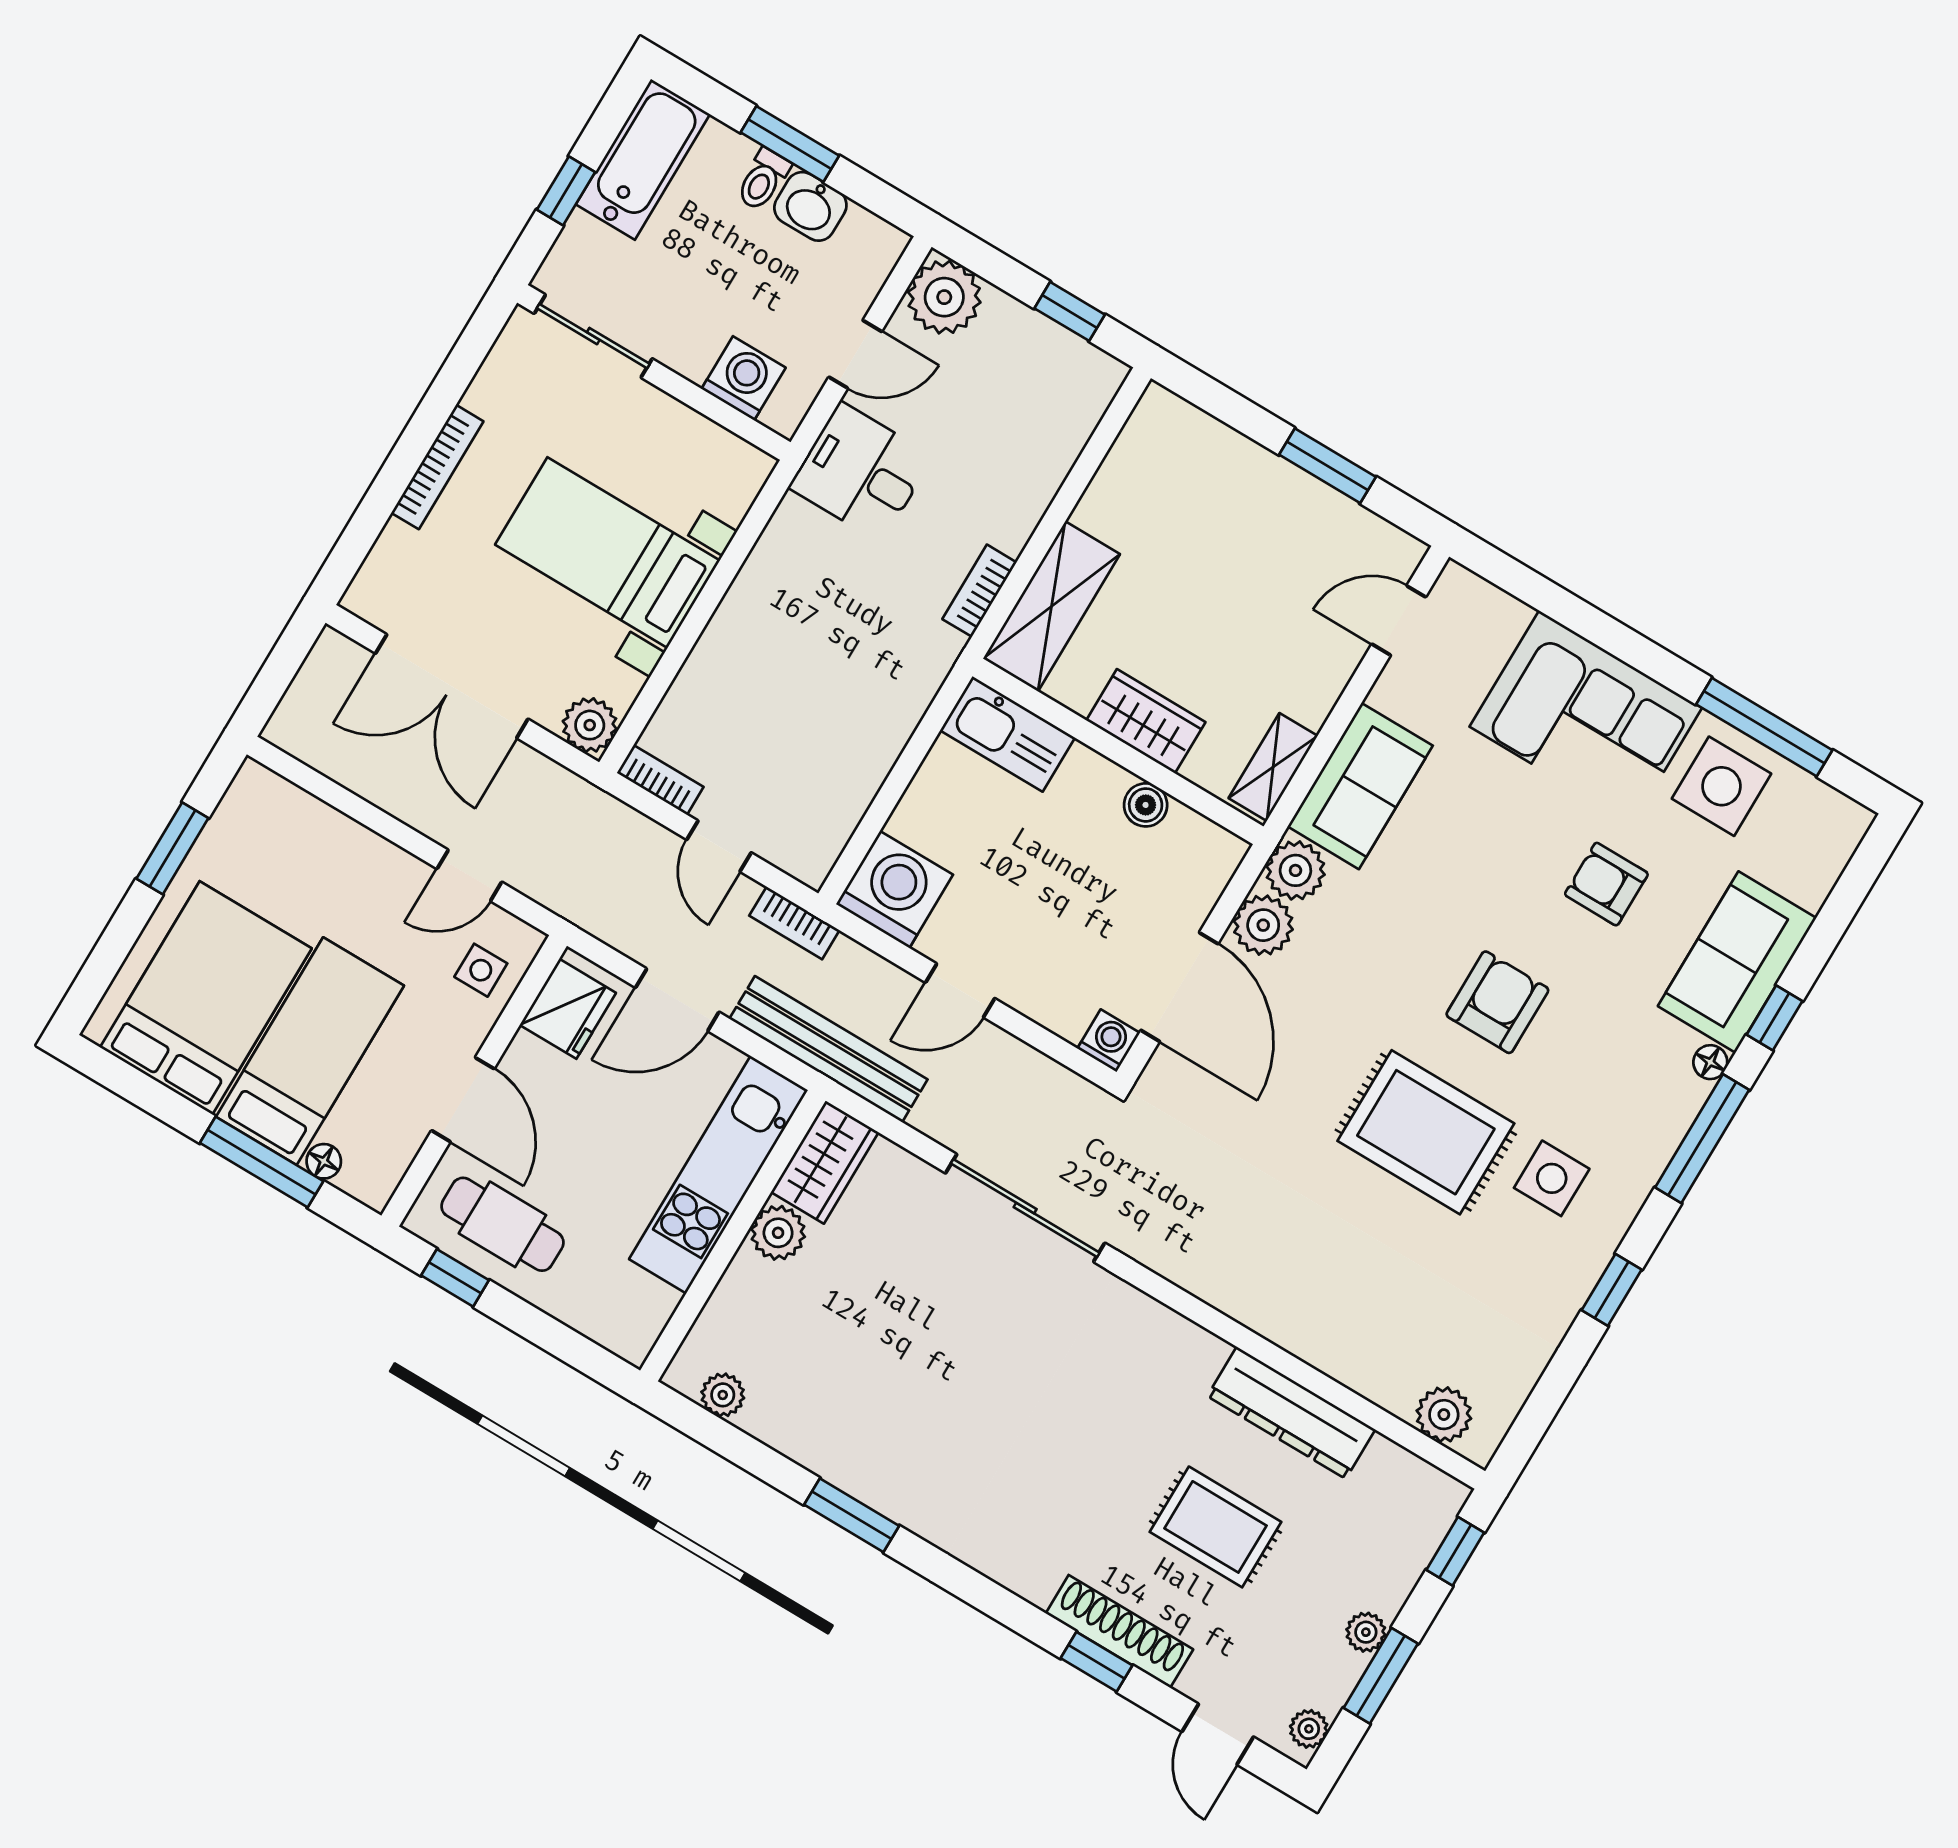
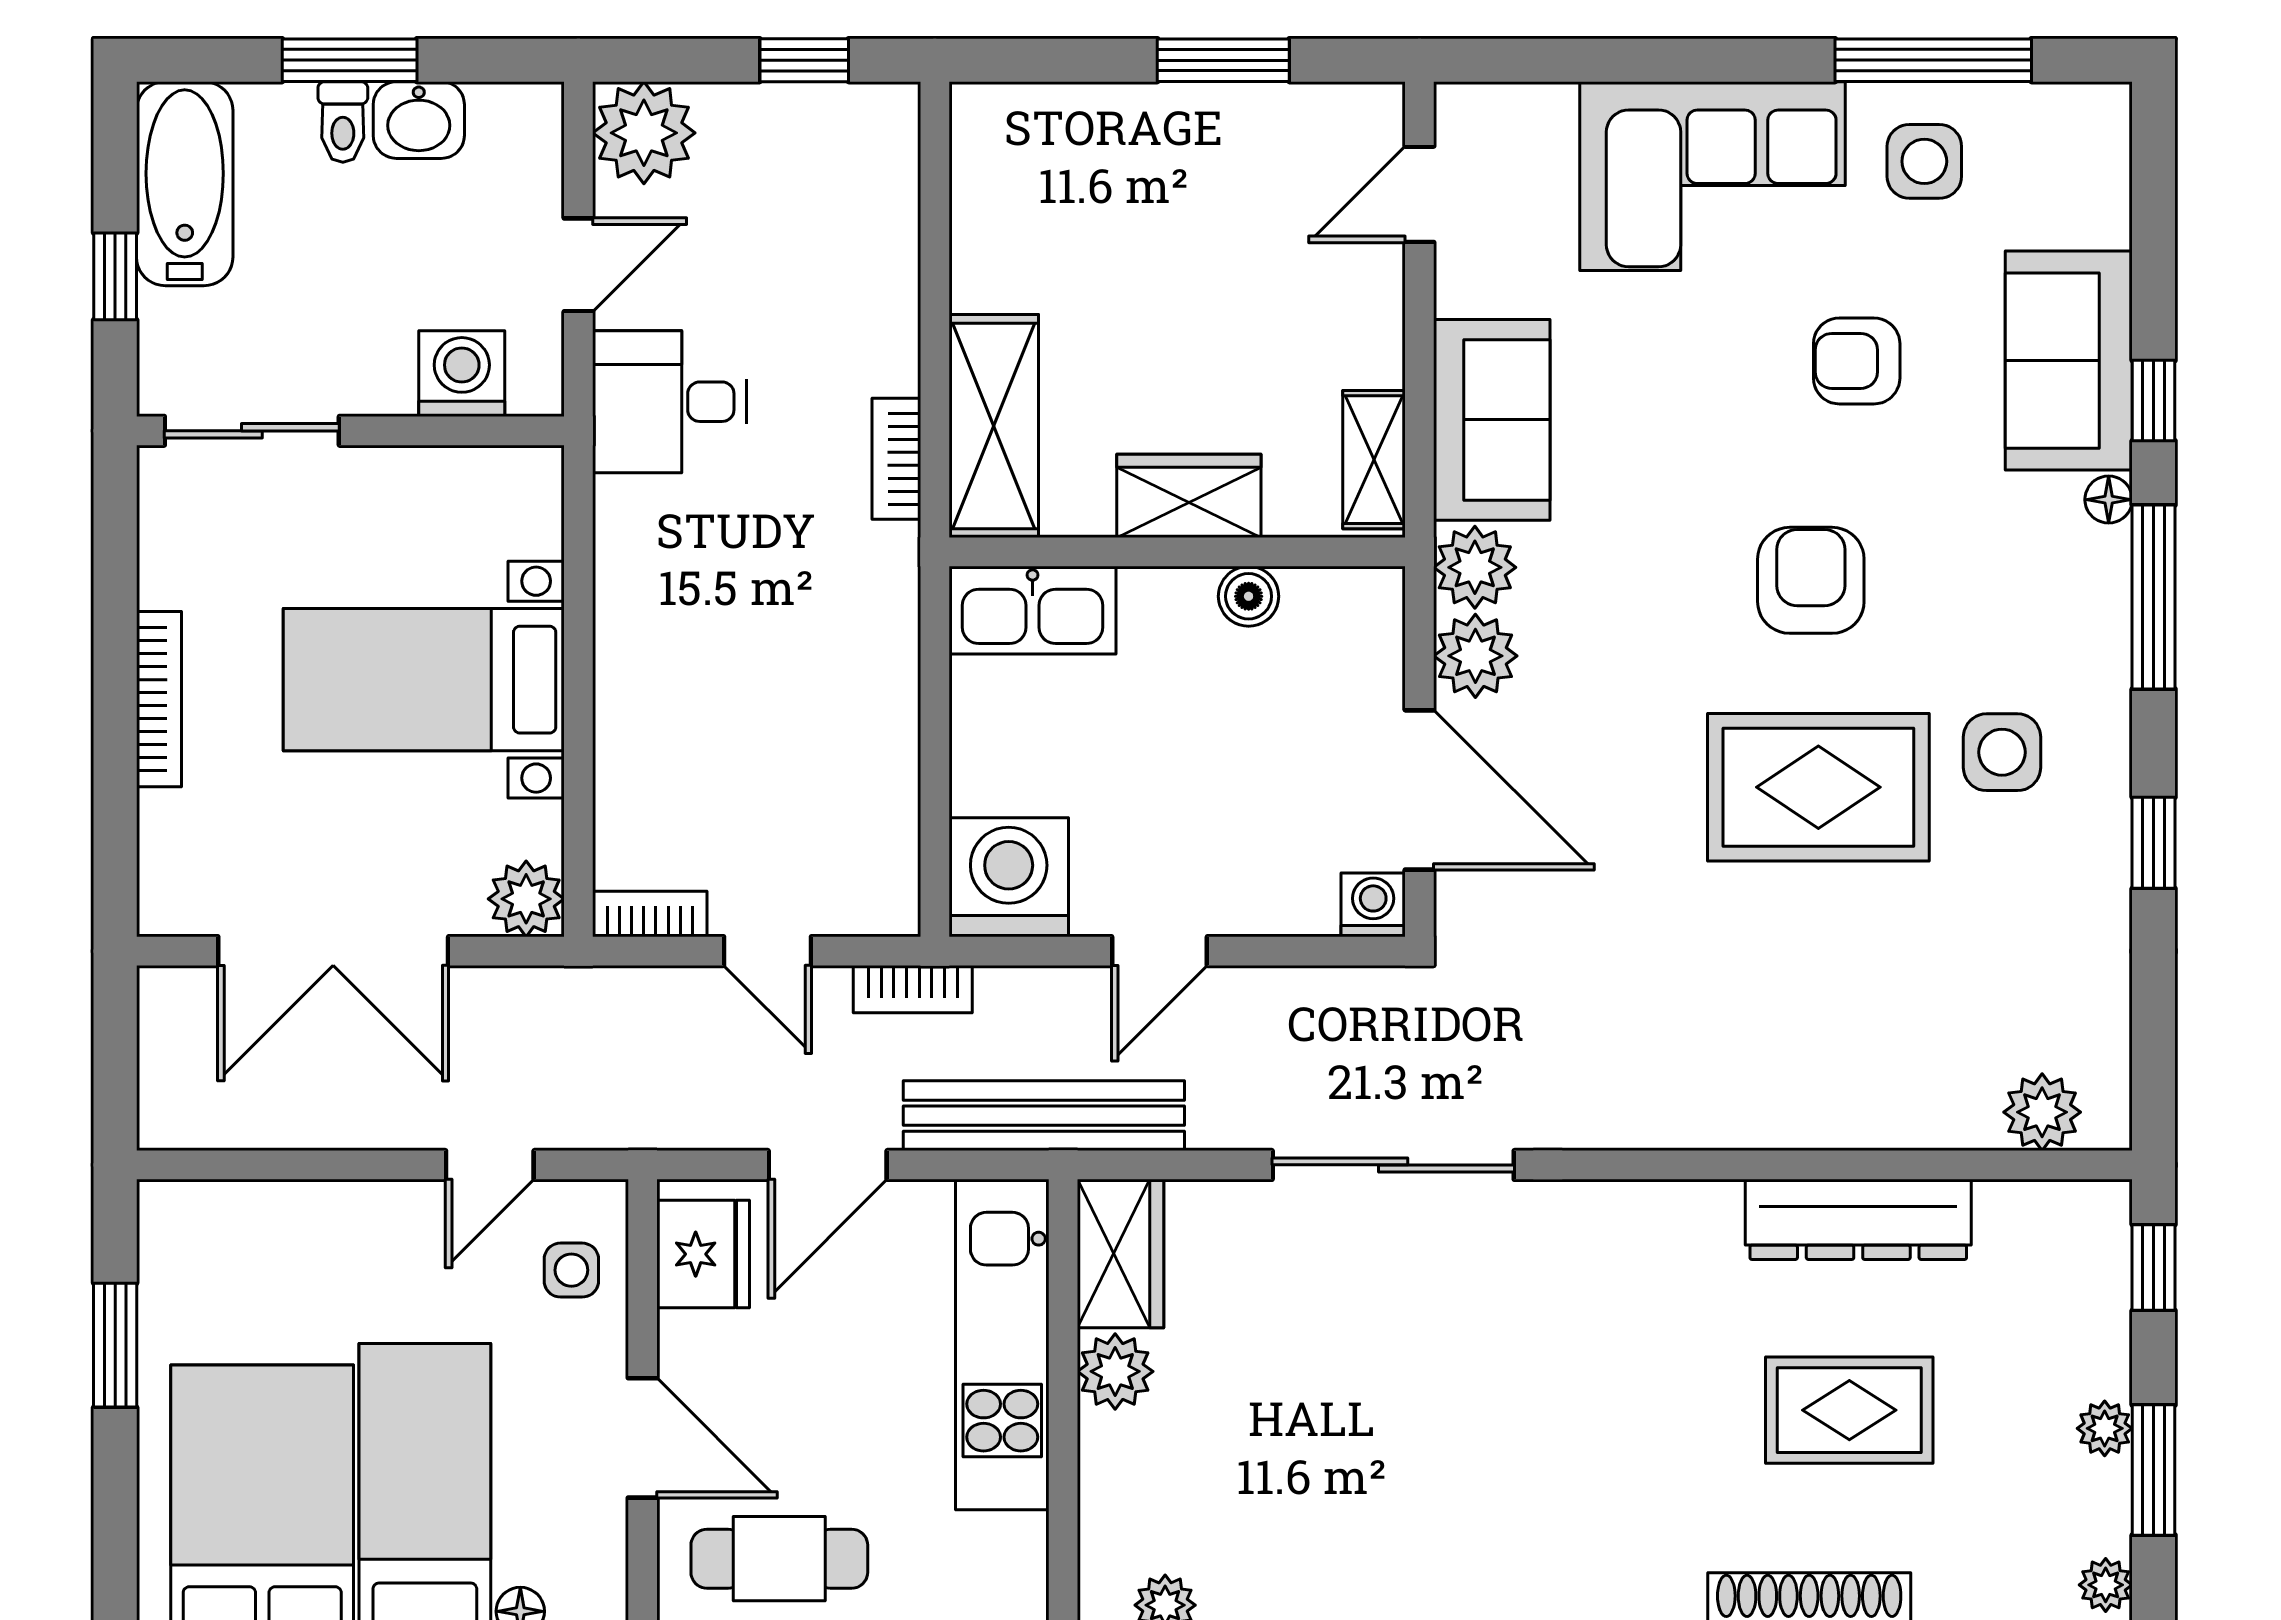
side table: (1721, 786) -> (1924, 161), width x0.73, depth x0.73

